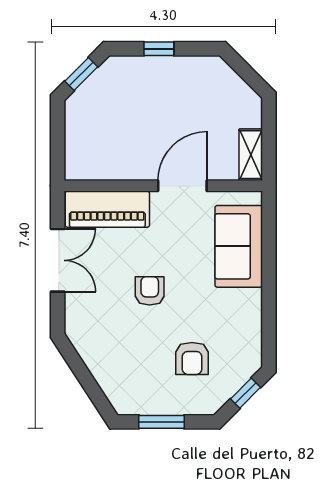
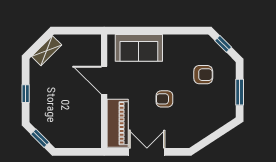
shelving: (251, 155) -> (47, 51), moved, turned -45

